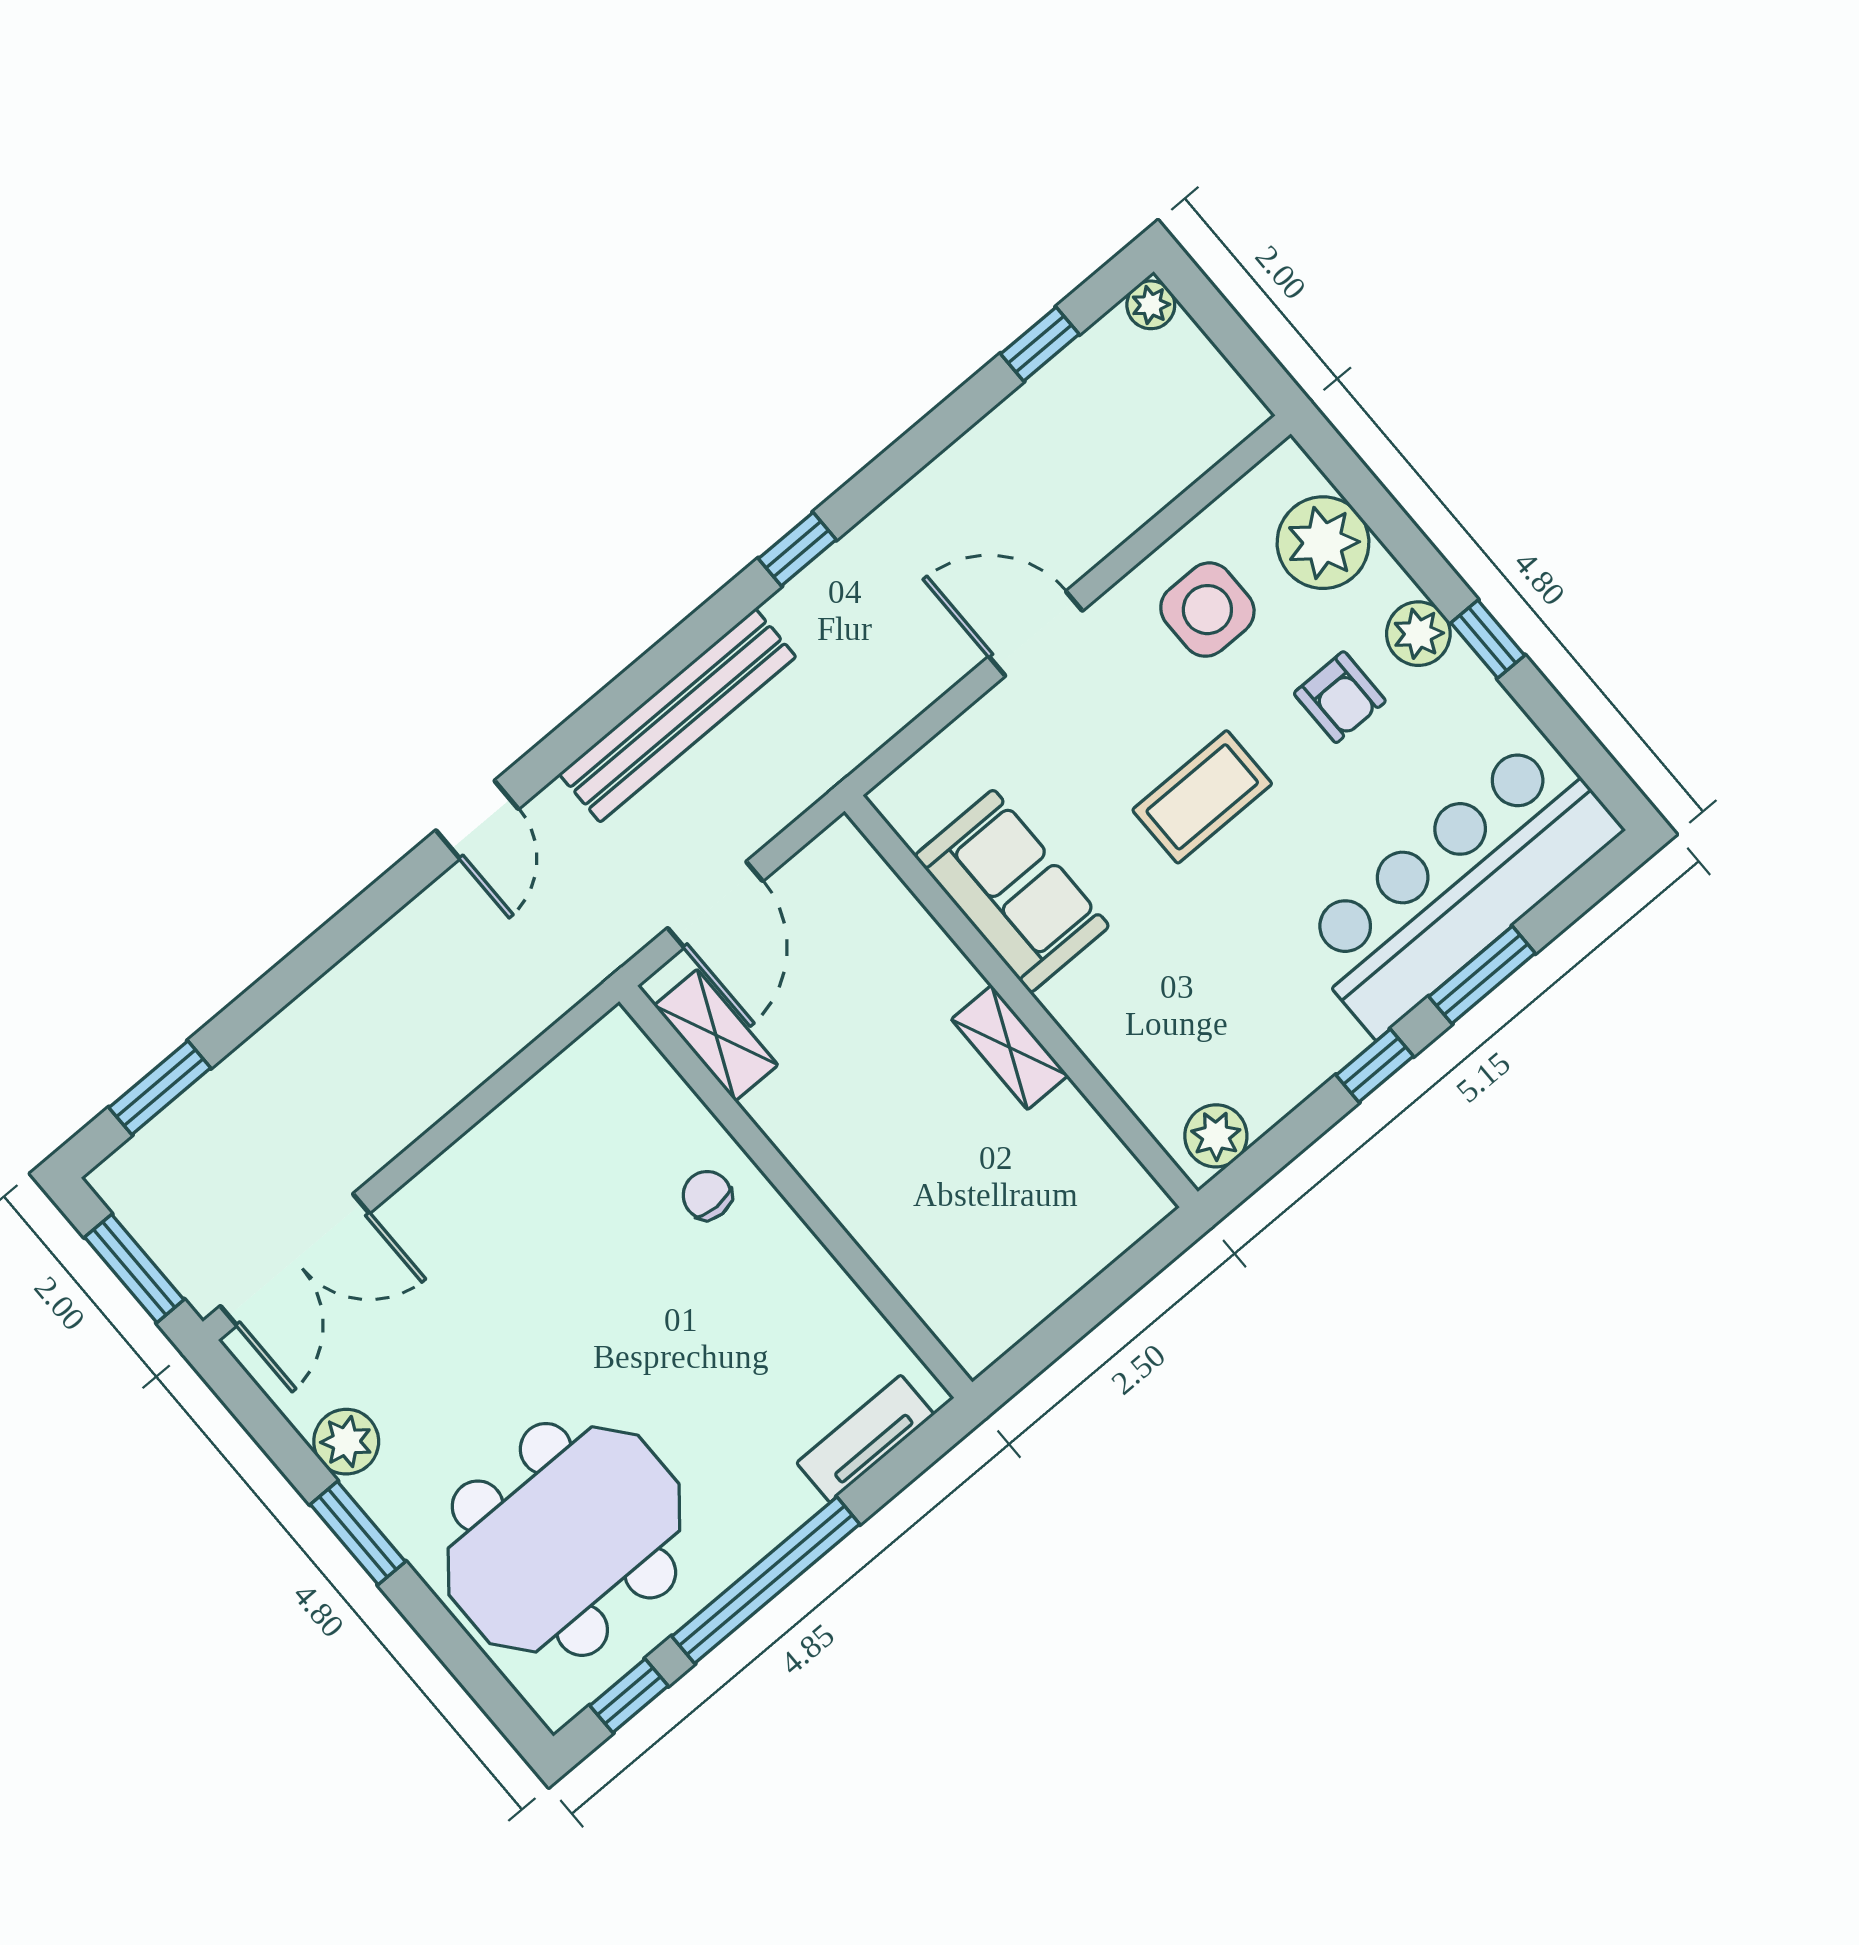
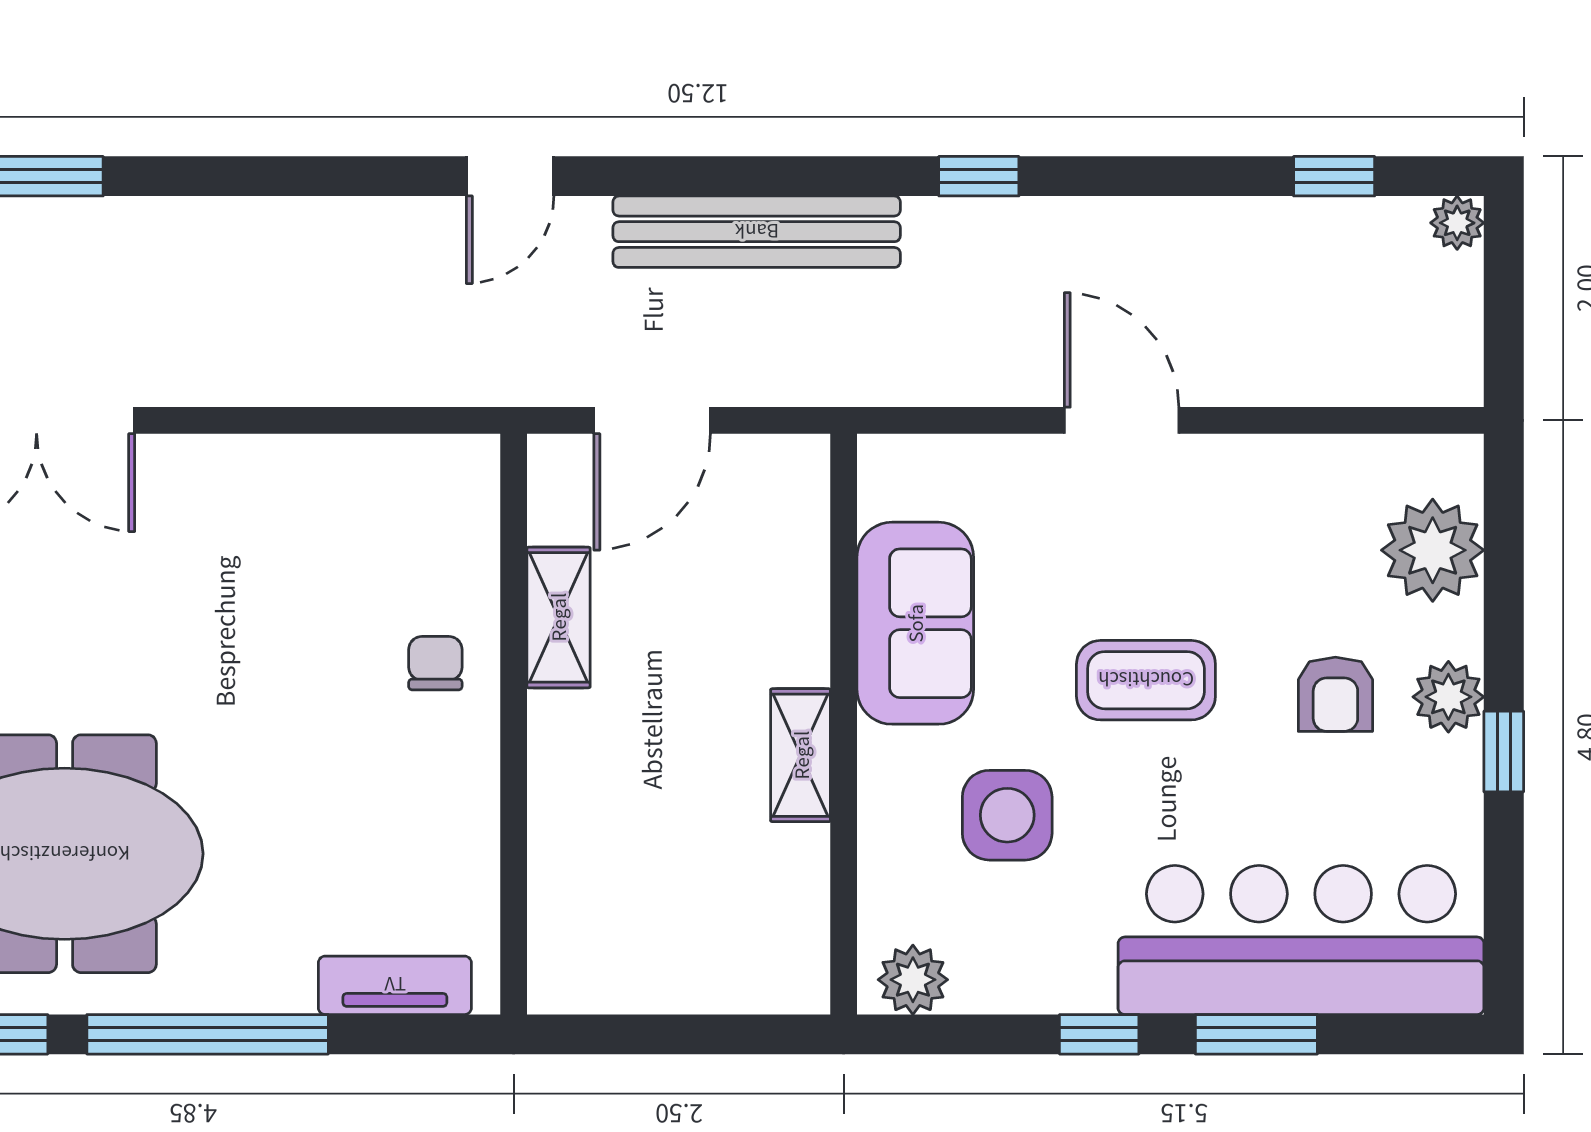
side table: (1207, 610) -> (1007, 815), moved
shelving: (716, 1035) -> (558, 617), moved

